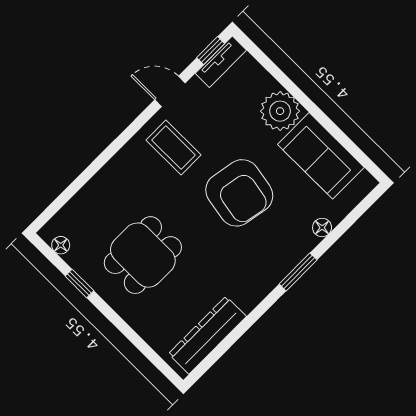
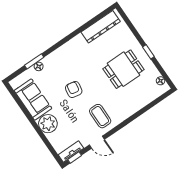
armchair: (239, 193) -> (74, 89), width x0.53, depth x0.53
window: (298, 272) -> (34, 61), moved
window: (79, 283) -> (148, 52), moved

